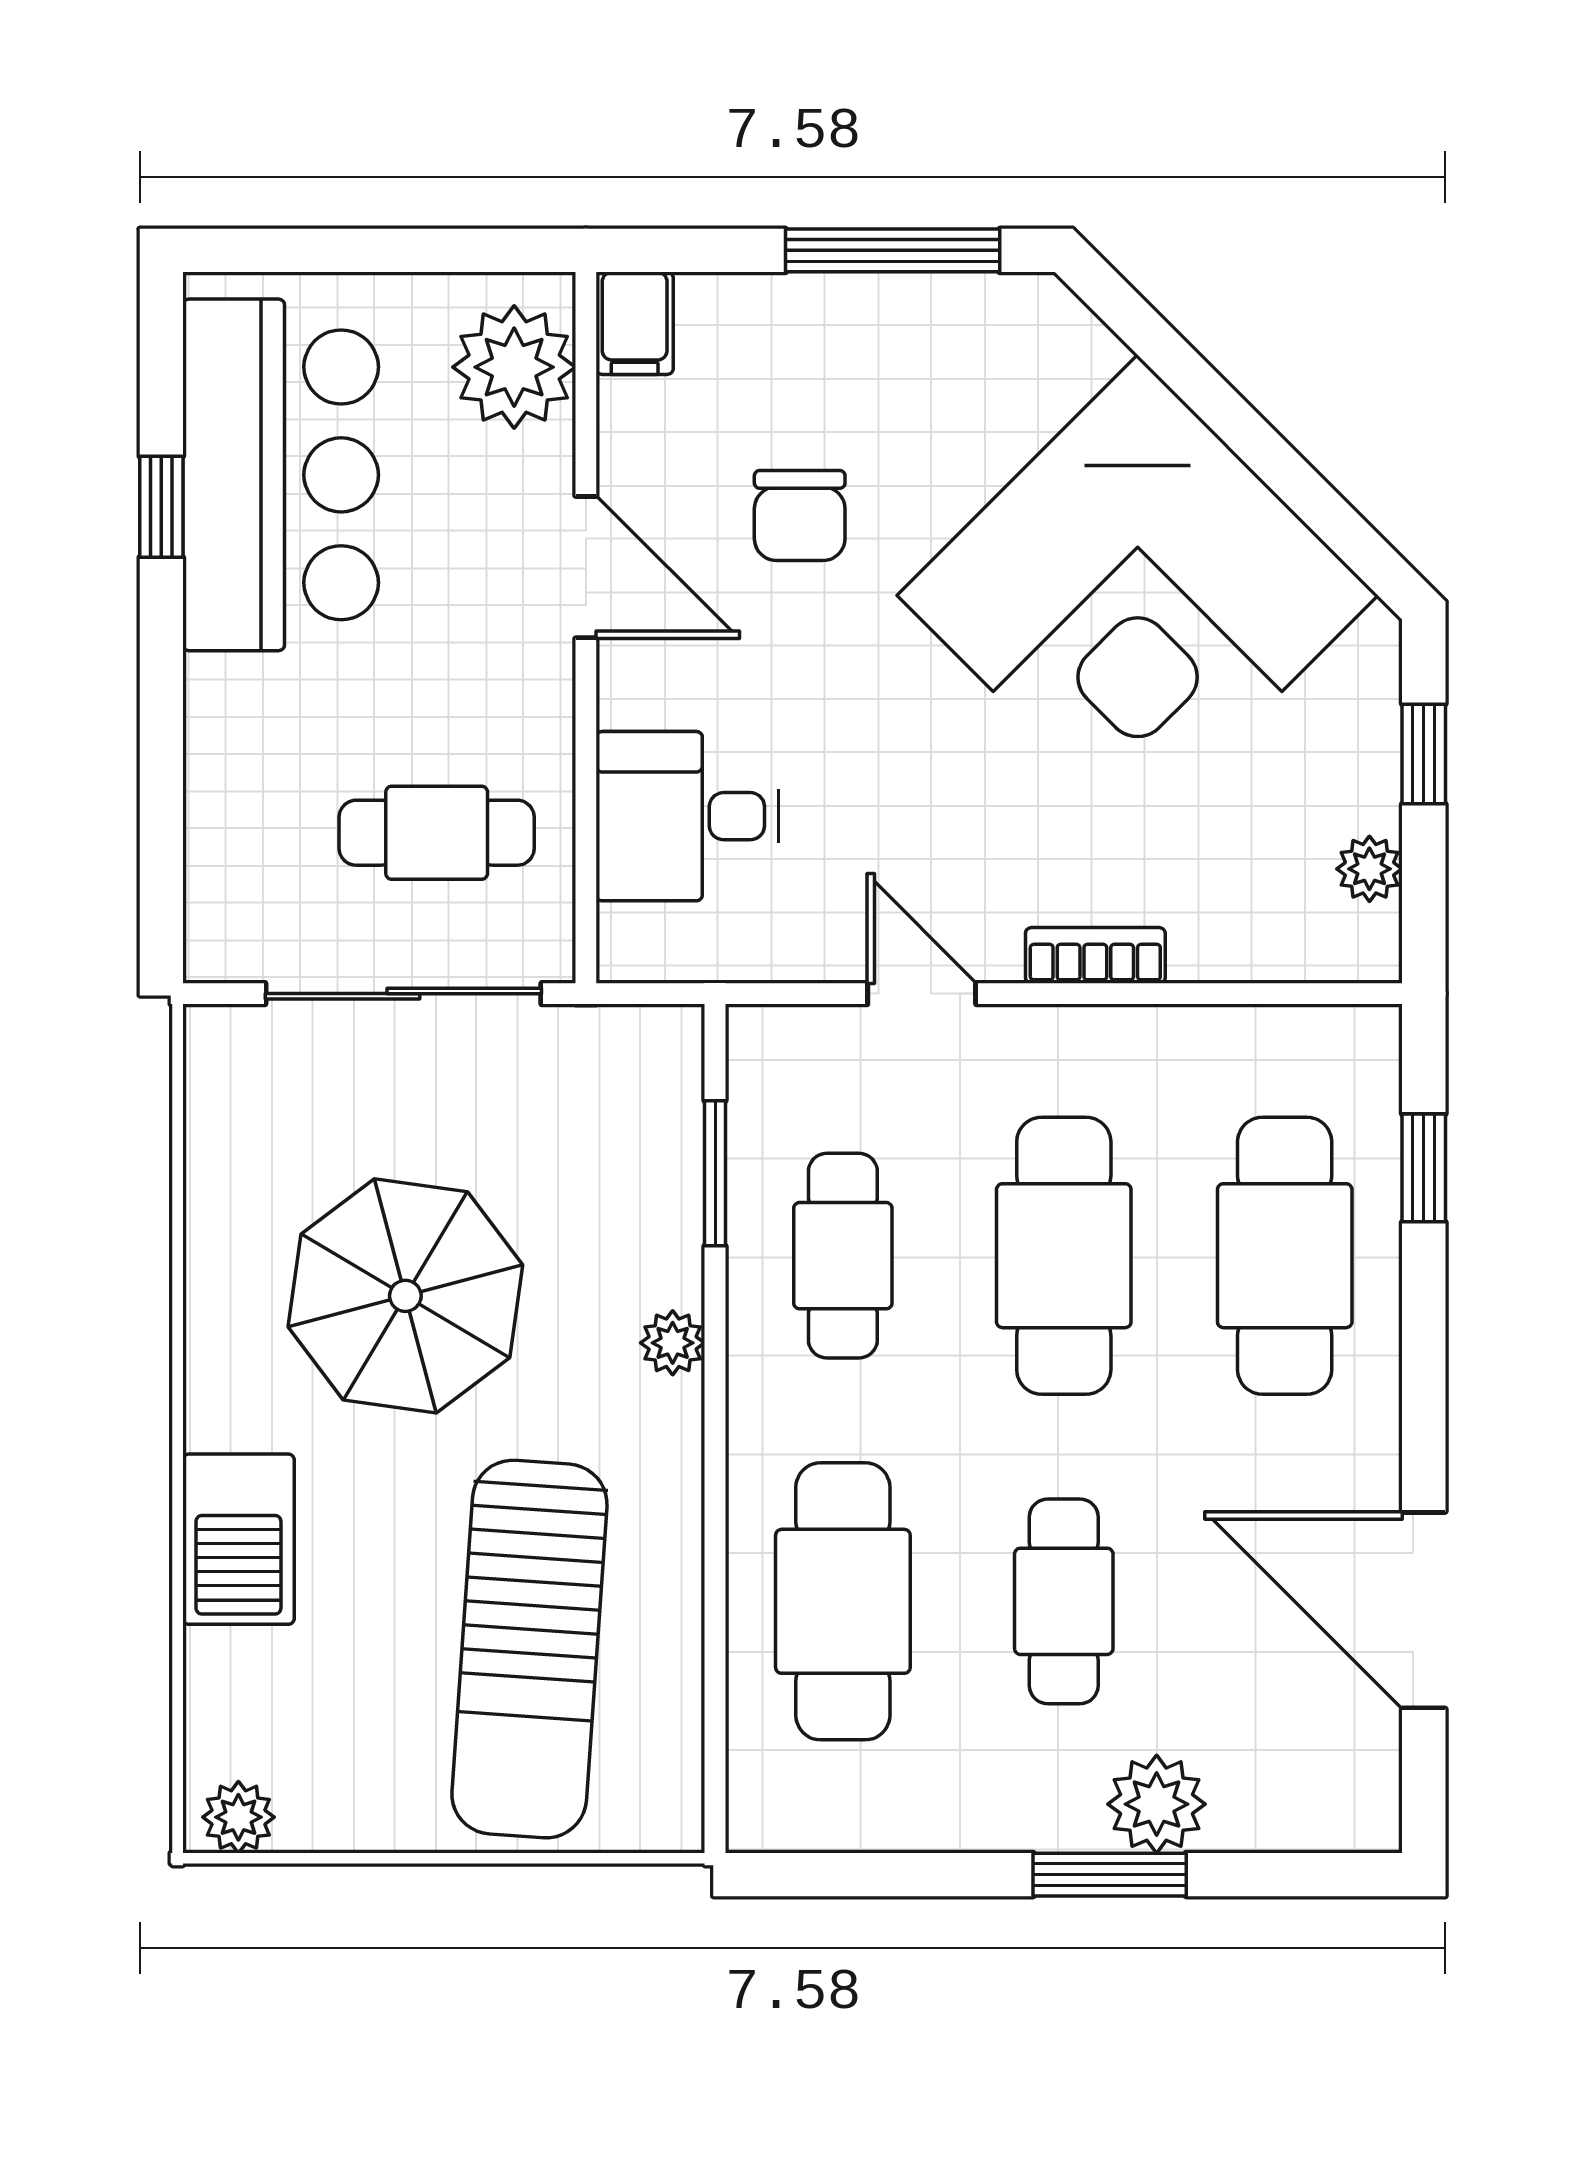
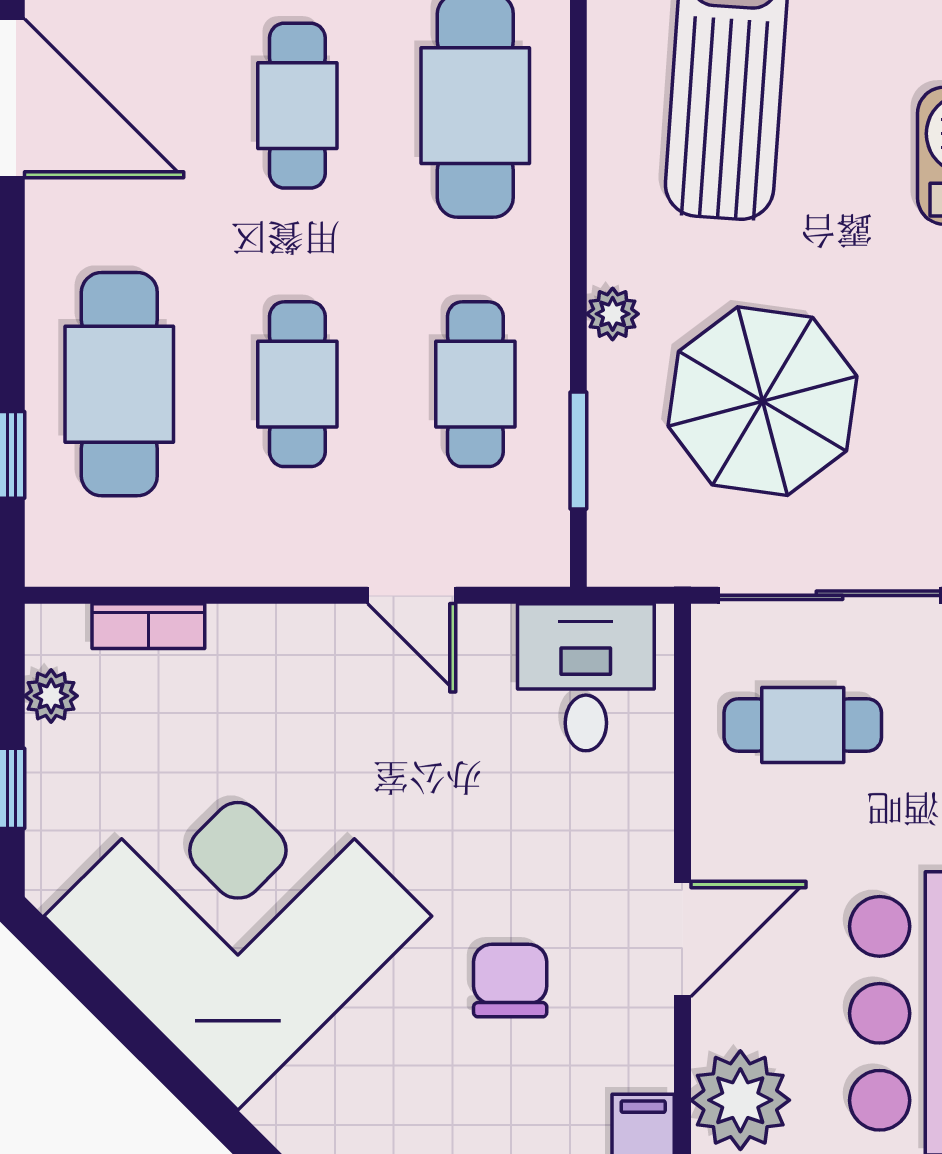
door: (586, 567) -> (682, 939), swing flipped
desk: (688, 816) -> (586, 677), moved, turned -90
bookcase: (1095, 955) -> (148, 626), moved
cafe table: (1064, 1256) -> (297, 384), width x0.73, depth x0.74
parasol: (405, 1296) -> (762, 401), moved

